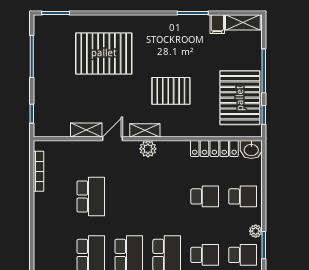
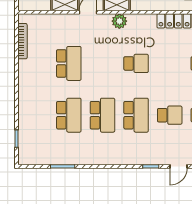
school desk: (205, 196) -> (136, 63), moved

